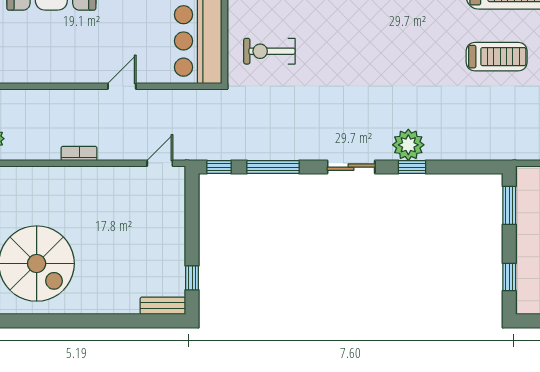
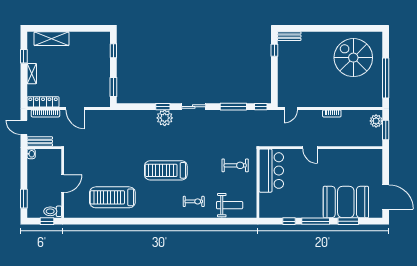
treadmill: (497, 57) -> (166, 170), moved, width x1.37, depth x1.38
door: (122, 86) -> (310, 148), hinge flipped

